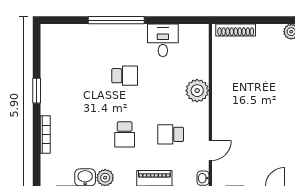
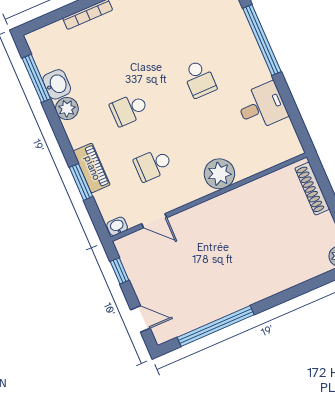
school desk: (171, 134) -> (153, 165), turned -90

